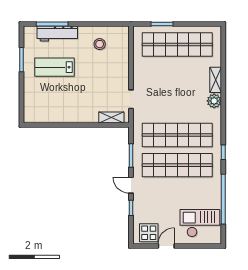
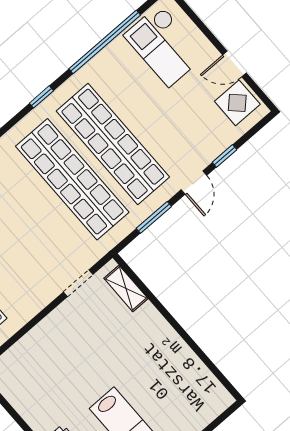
stool: (100, 44) -> (41, 390), removed

